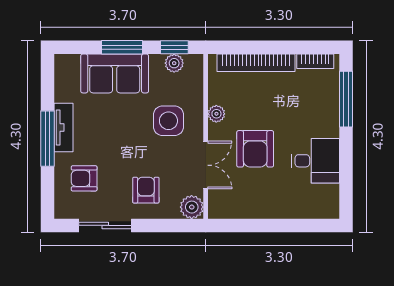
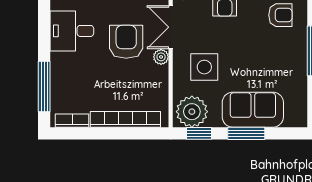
plant: (174, 63) -> (192, 112), width x1.88, depth x1.88
plant: (216, 114) -> (161, 57), moved
tv unit: (64, 128) -> (299, 61), removed

